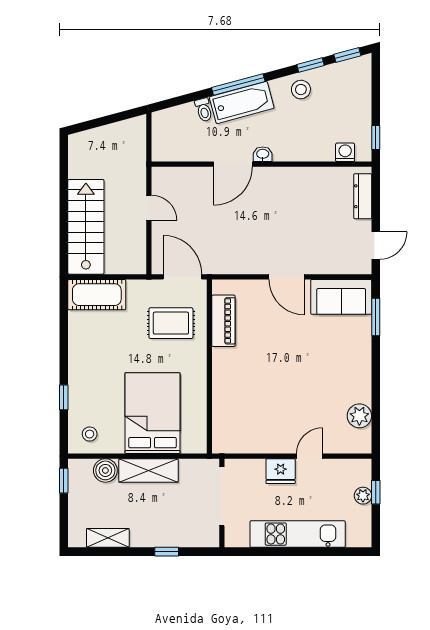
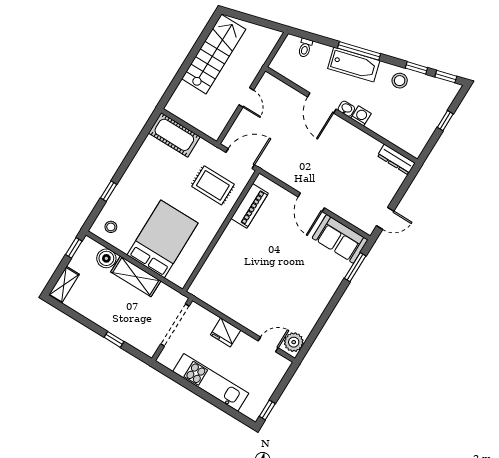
toilet: (204, 110) -> (305, 48), moved
window: (376, 137) -> (445, 121), moved
washing machine: (345, 152) -> (361, 116), moved
door: (233, 164) -> (322, 103), hinge flipped
dresser: (363, 196) -> (396, 159), moved, turned -90
stairs: (86, 227) -> (214, 54), moved
door: (182, 277) -> (240, 159), hinge flipped
plant: (359, 416) -> (294, 342), moved
door: (310, 456) -> (268, 344), moved
window: (376, 492) -> (267, 410), moved
plant: (363, 496) -> (271, 384), removed
shelving: (108, 538) -> (64, 285), moved, turned 90

